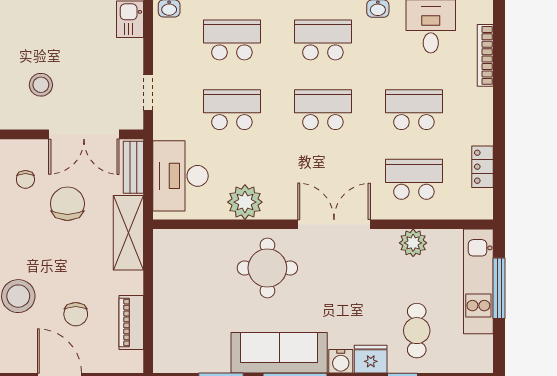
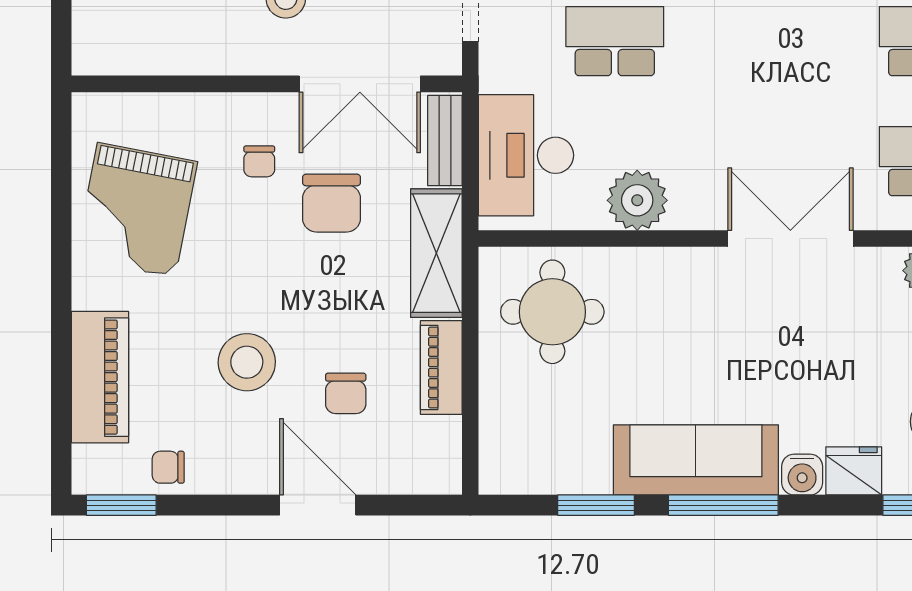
school desk: (323, 110) -> (771, 41), removed
chair: (67, 204) -> (331, 203), turned 180
round table: (267, 268) -> (552, 312), moved
piano: (131, 322) -> (441, 367), moved

